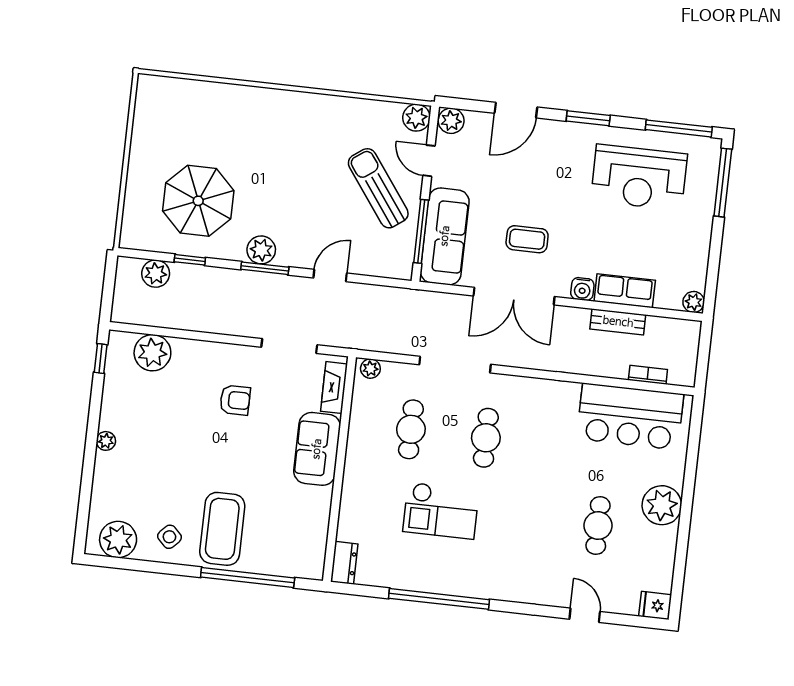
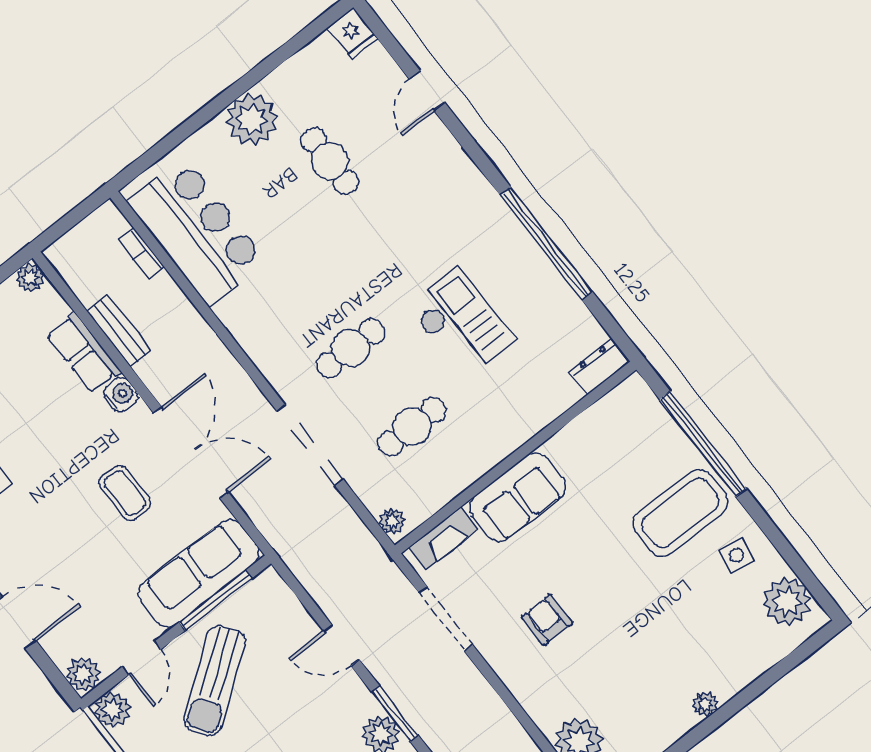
cafe table: (598, 526) -> (330, 161), turned 90
side table: (169, 537) -> (737, 555), turned -33

